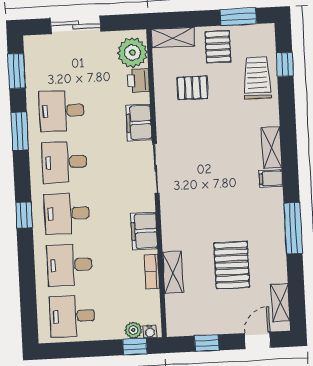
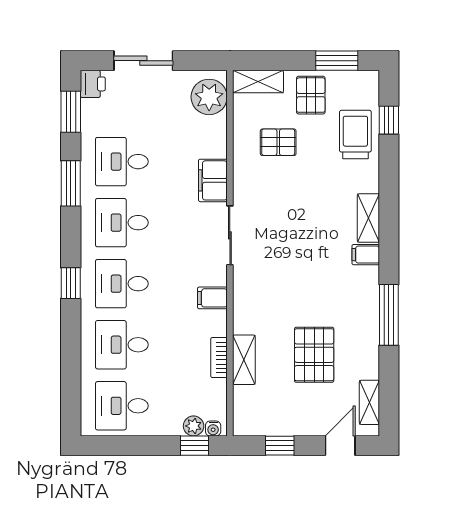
printer: (138, 81) -> (93, 84), moved, turned 180
filing cabinet: (144, 231) -> (212, 298), width x0.50

